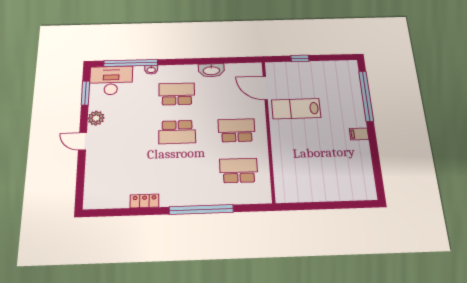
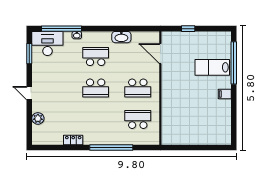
lab bench: (296, 109) -> (212, 67), moved
plant: (96, 118) -> (38, 118), moved
school desk: (237, 130) -> (138, 88), turned 180

